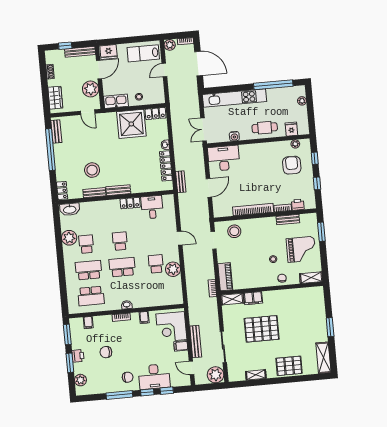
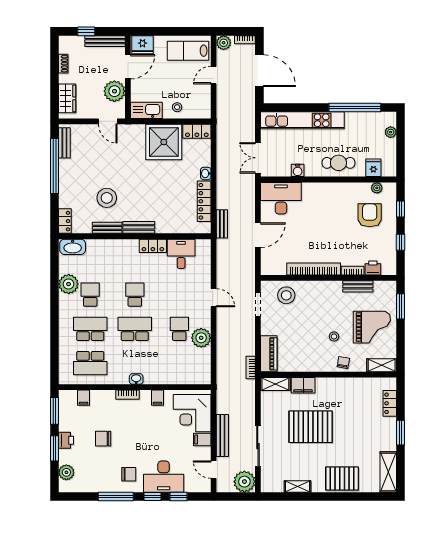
locker: (320, 306) -> (390, 403), added

